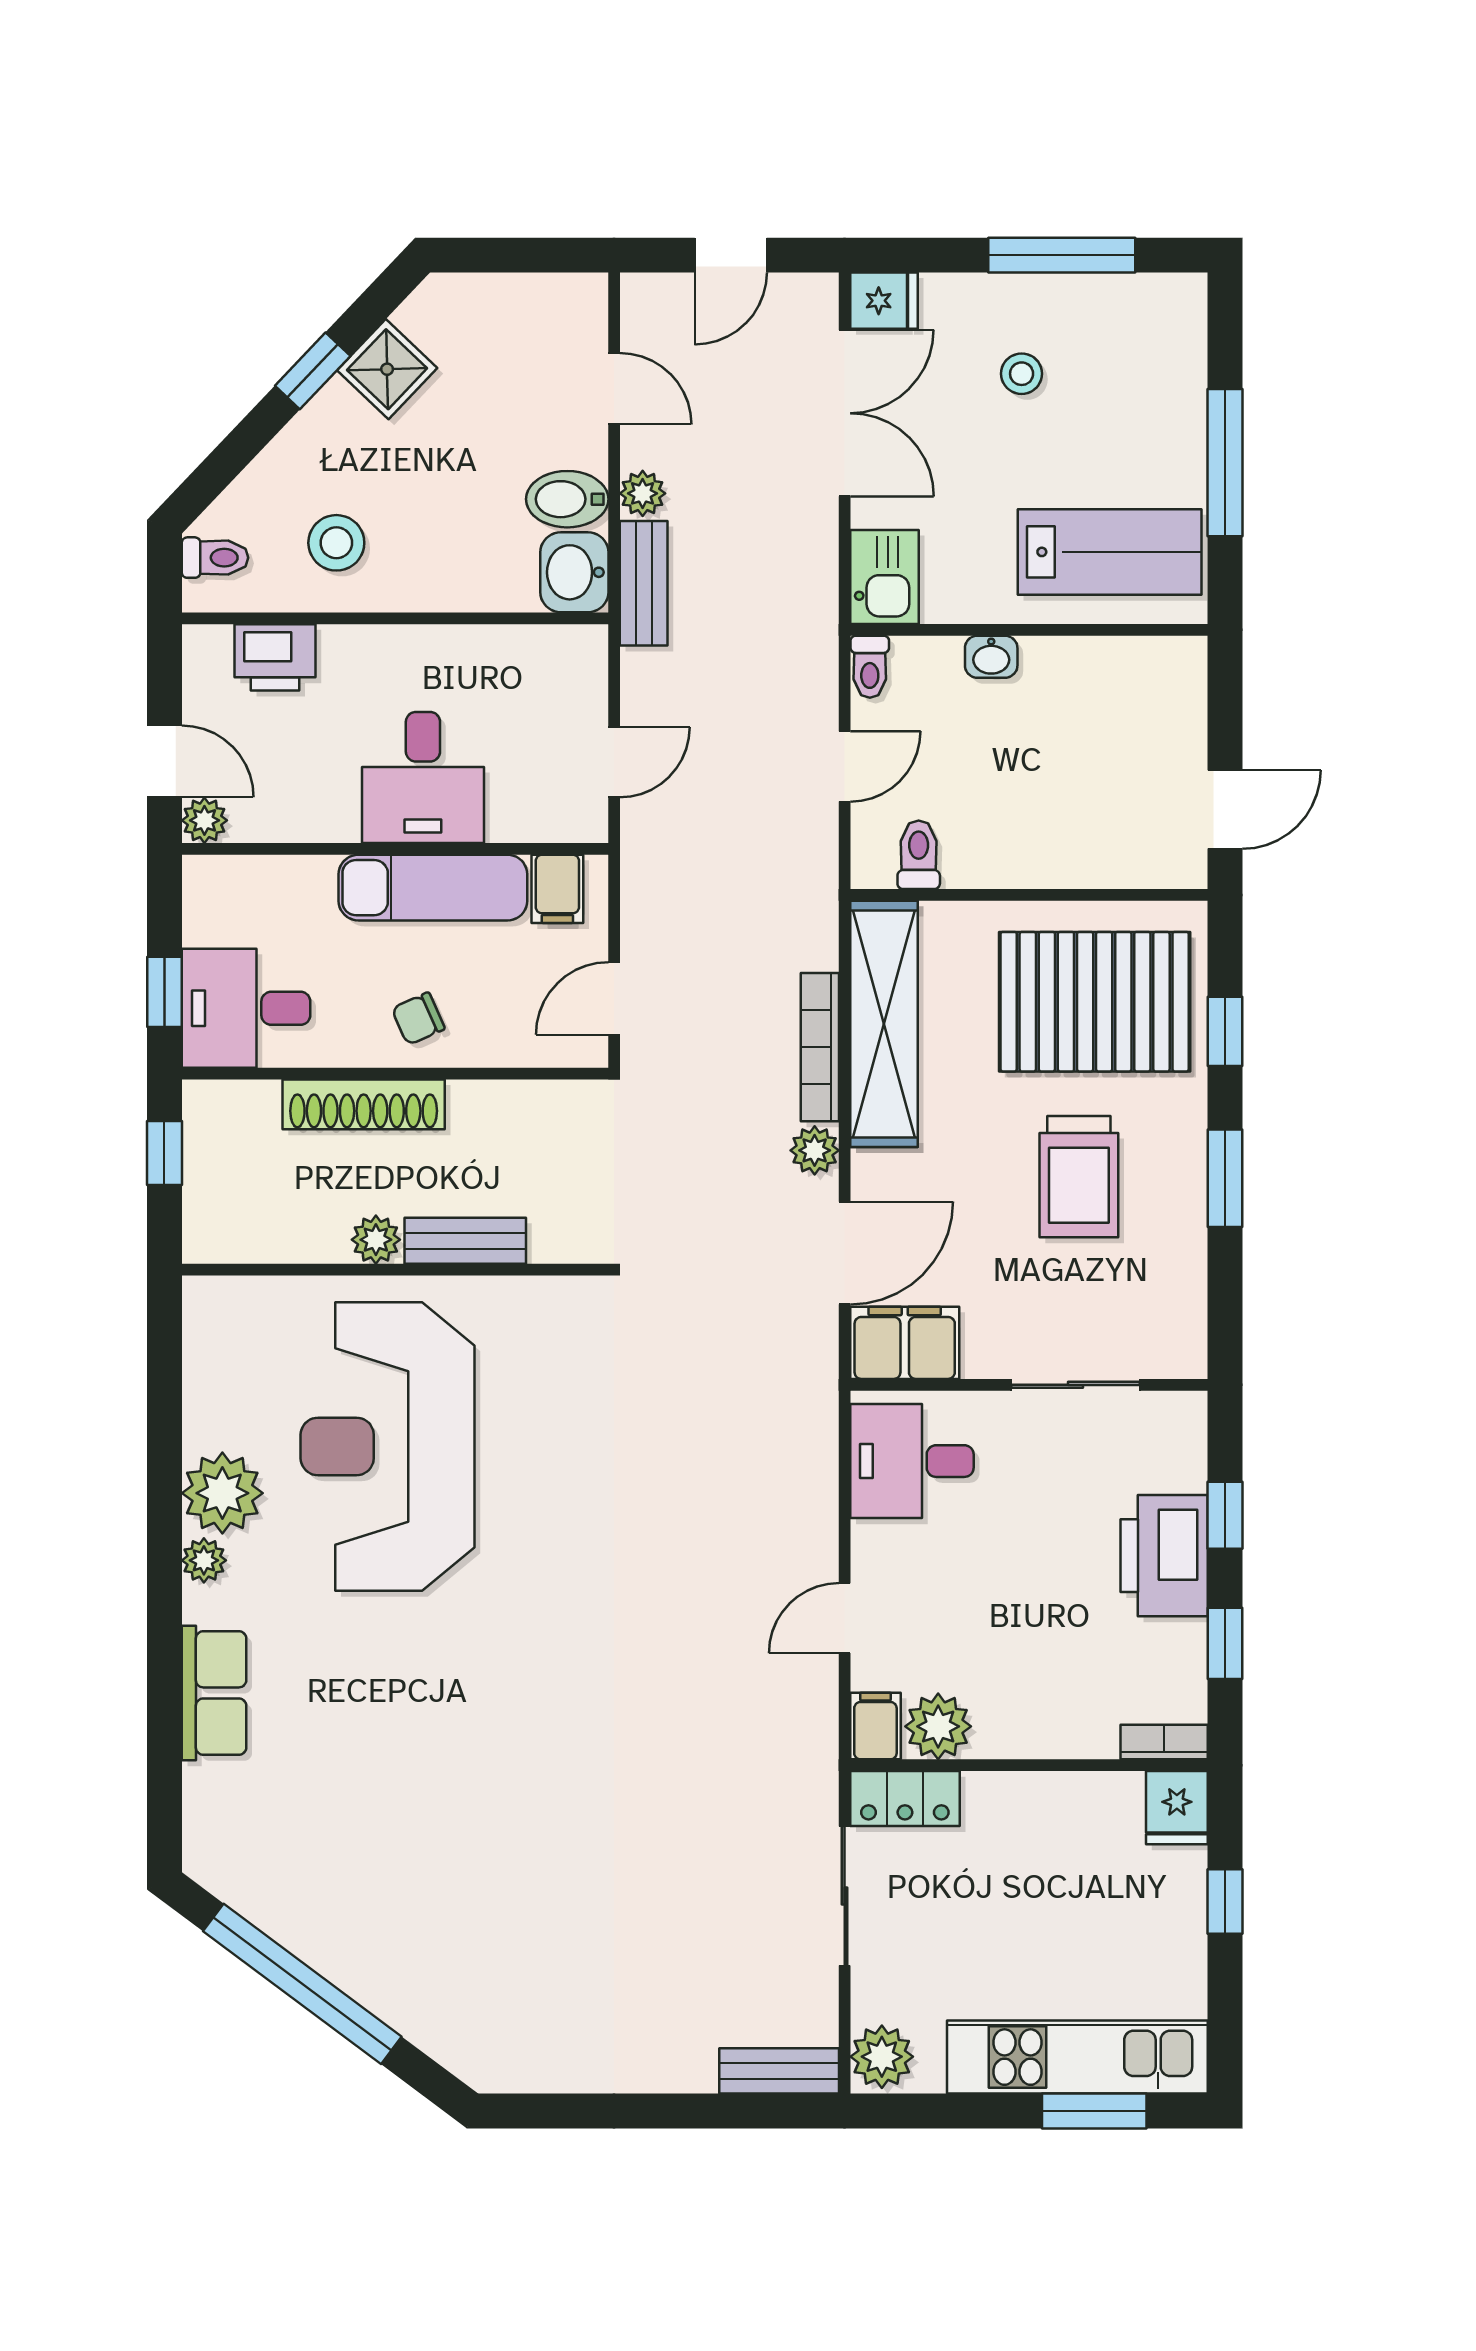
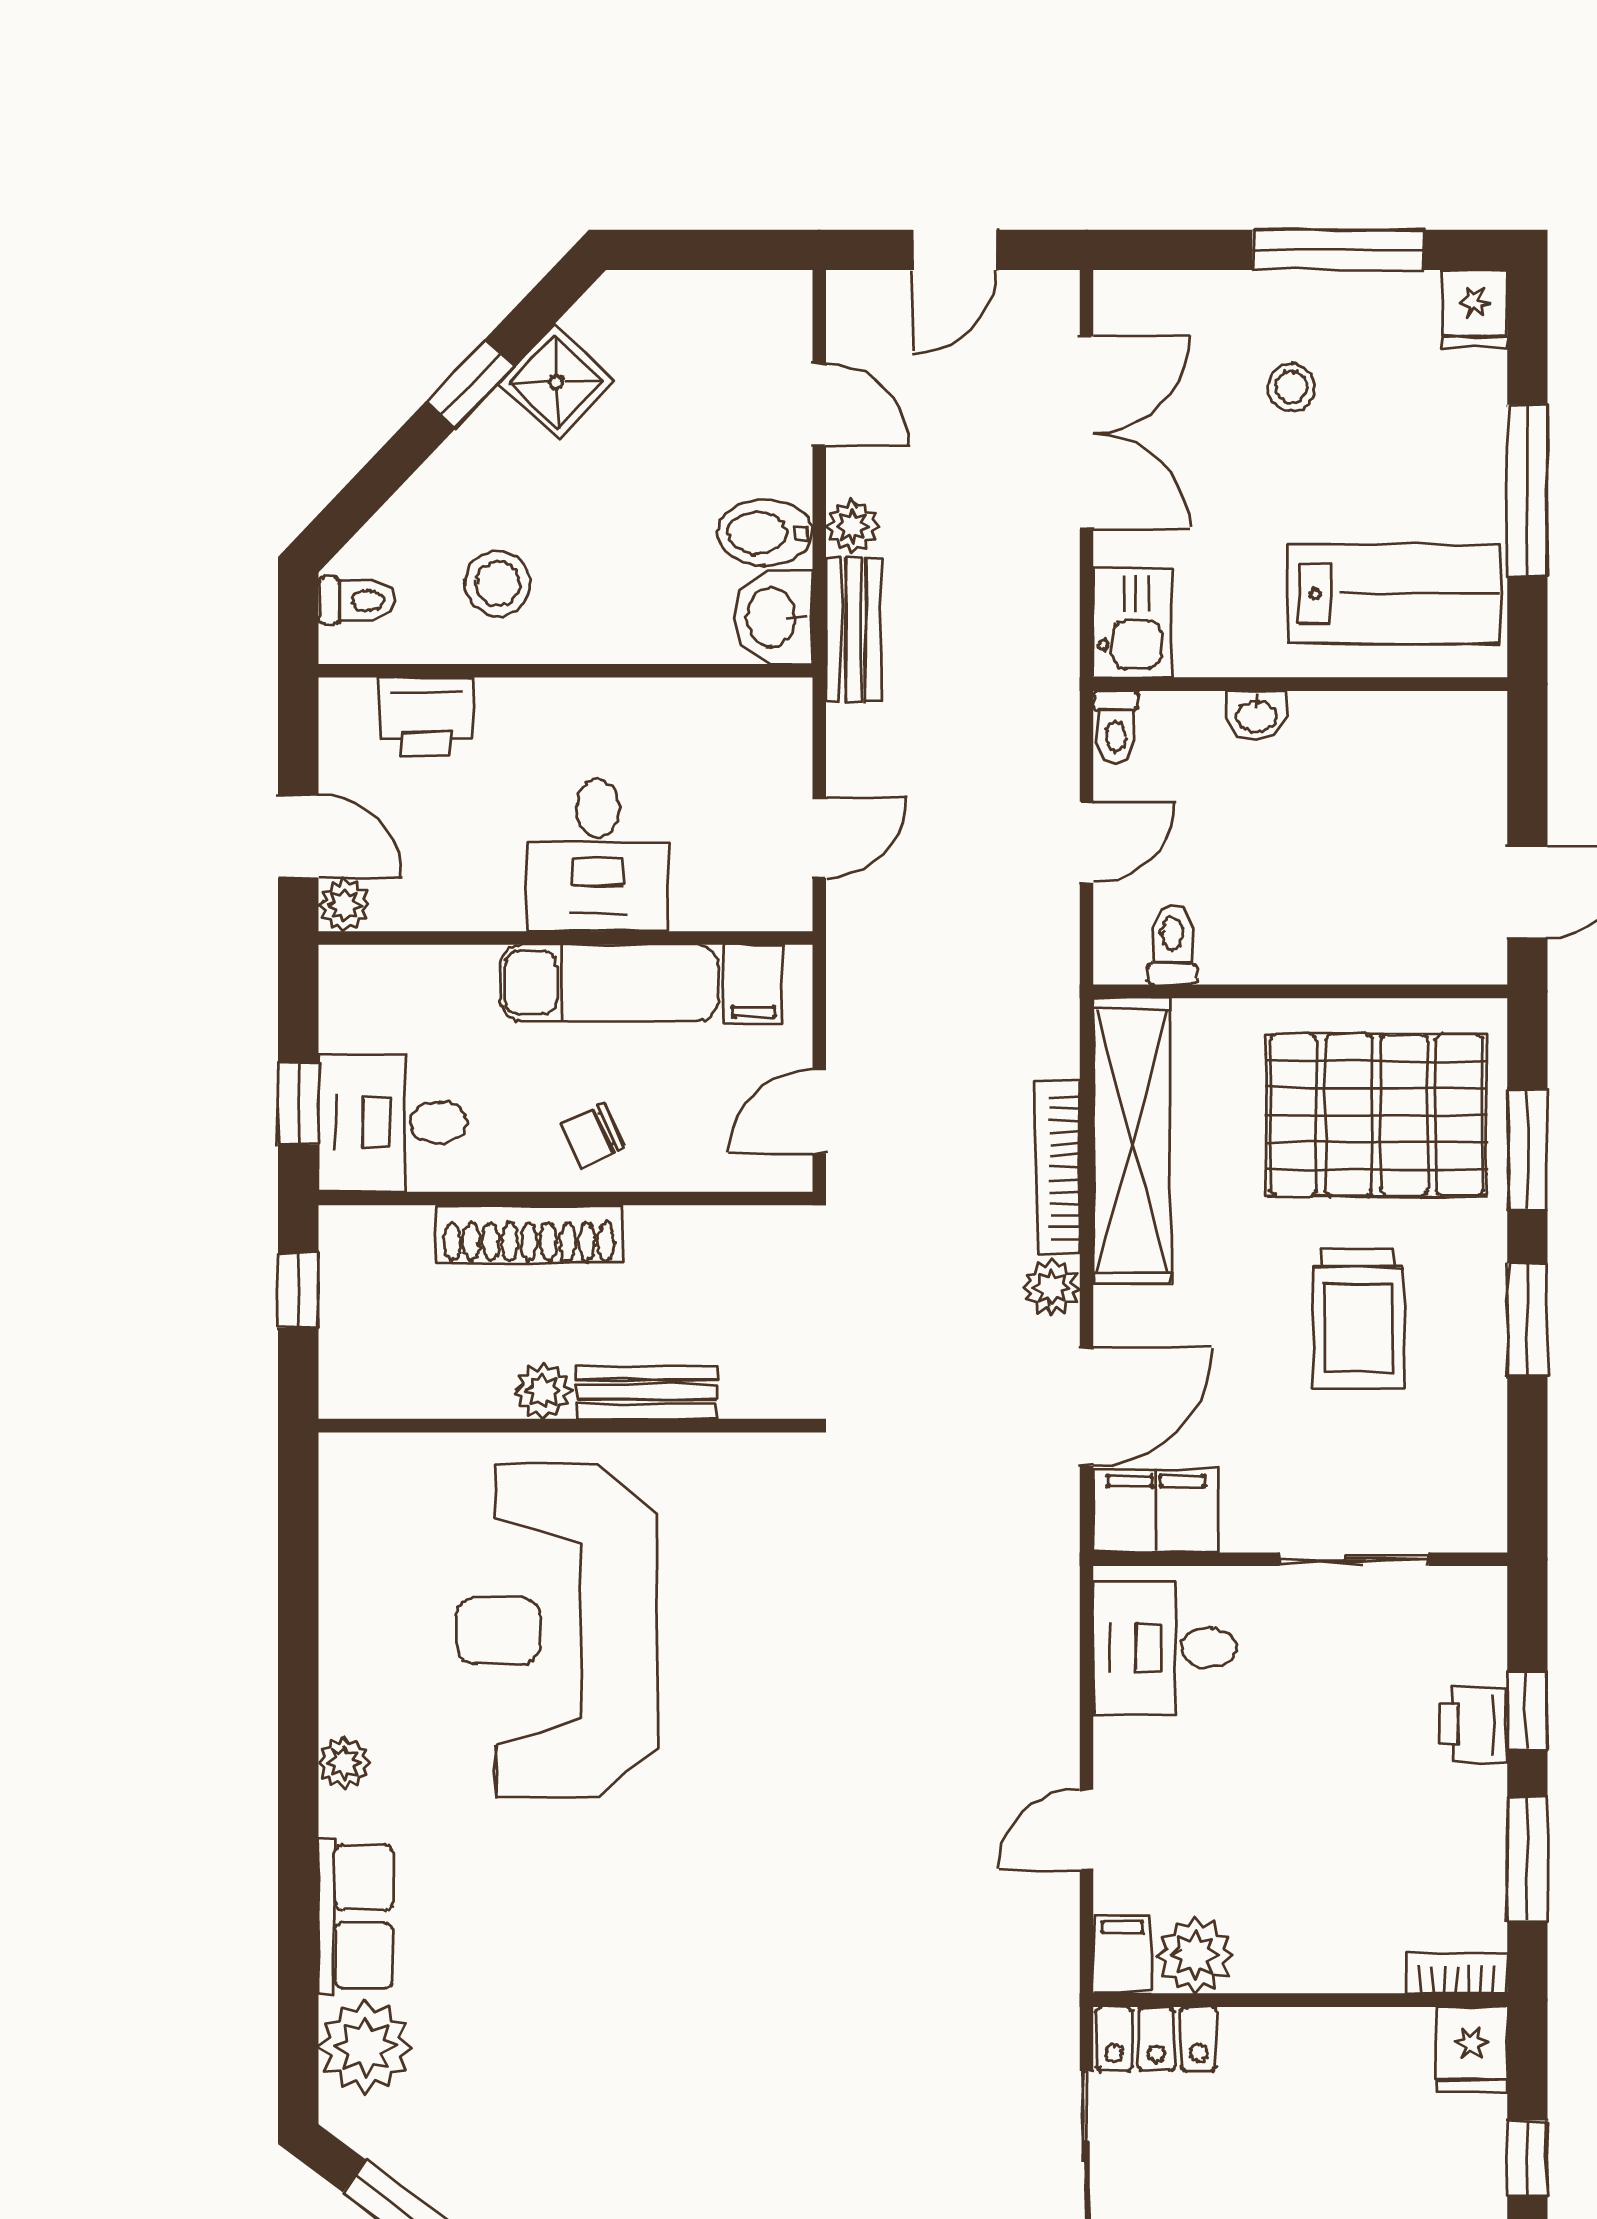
fridge: (884, 301) -> (1475, 309), moved, turned 90
window: (1225, 1031) -> (1527, 1149), width x1.50
plant: (222, 1493) -> (365, 2047), moved
printer: (1164, 1556) -> (1473, 1724), width x0.53, depth x0.68
window: (1225, 1643) -> (1527, 1859), width x1.50

